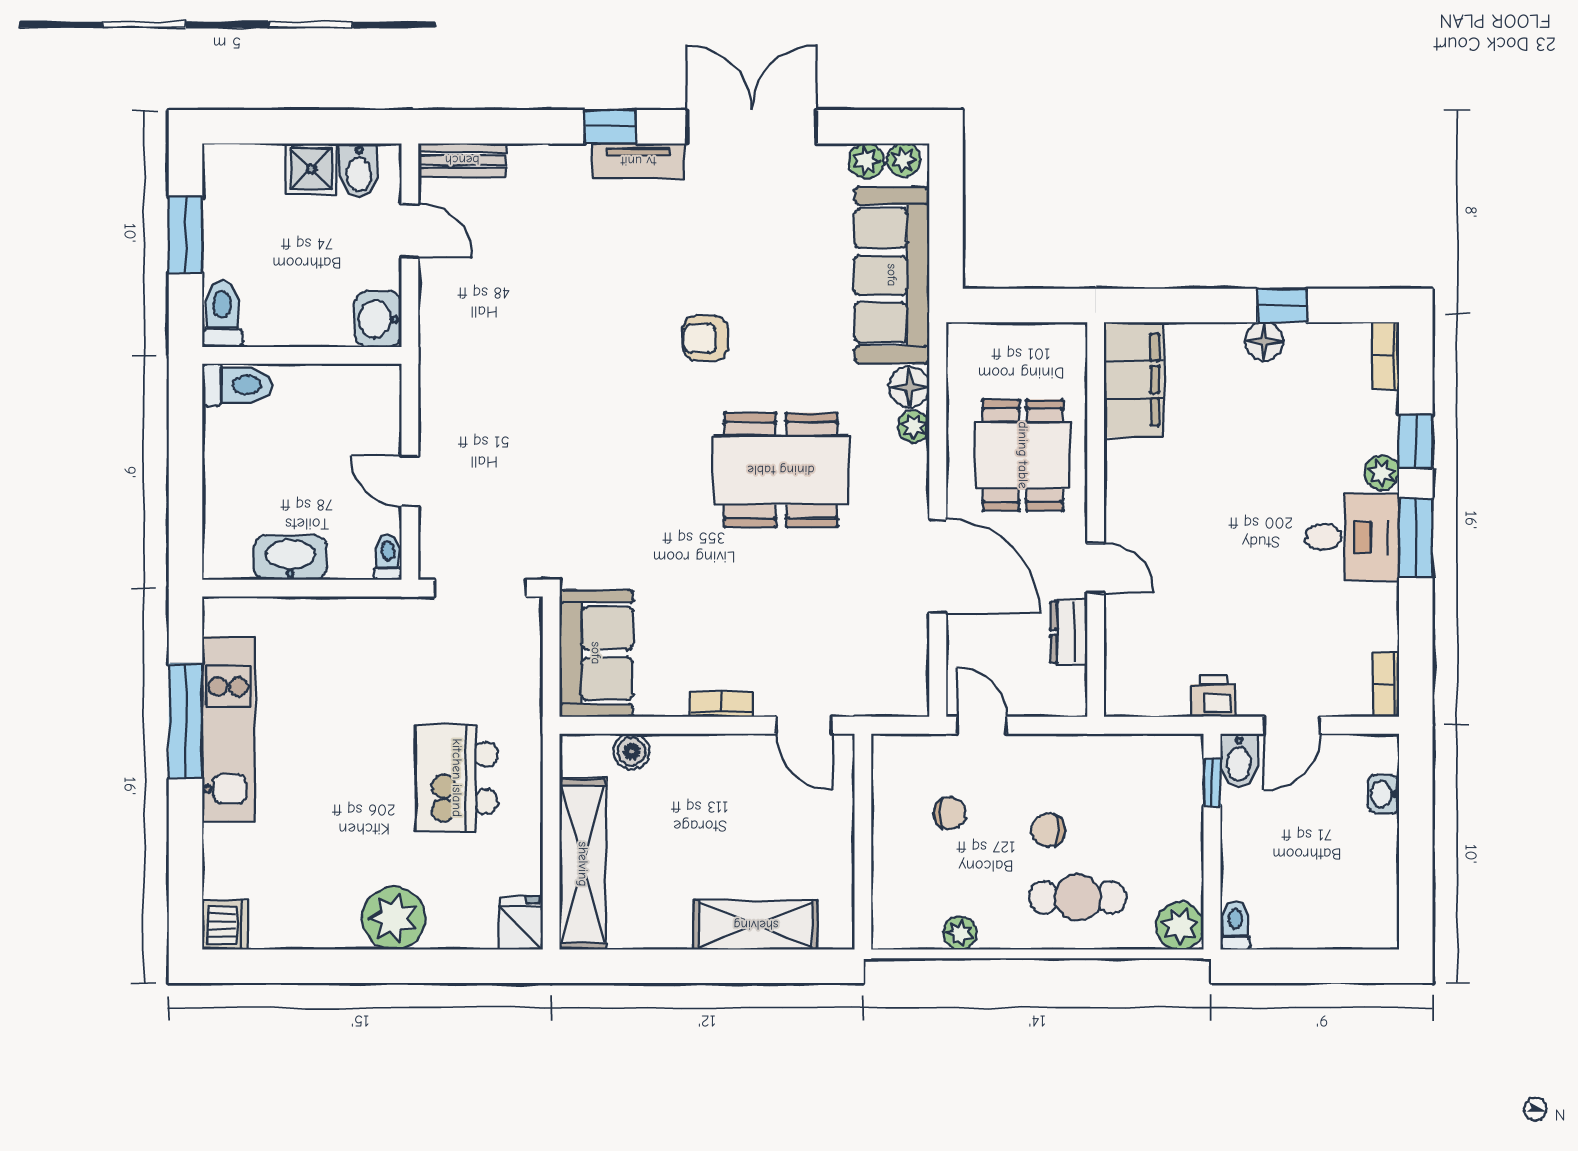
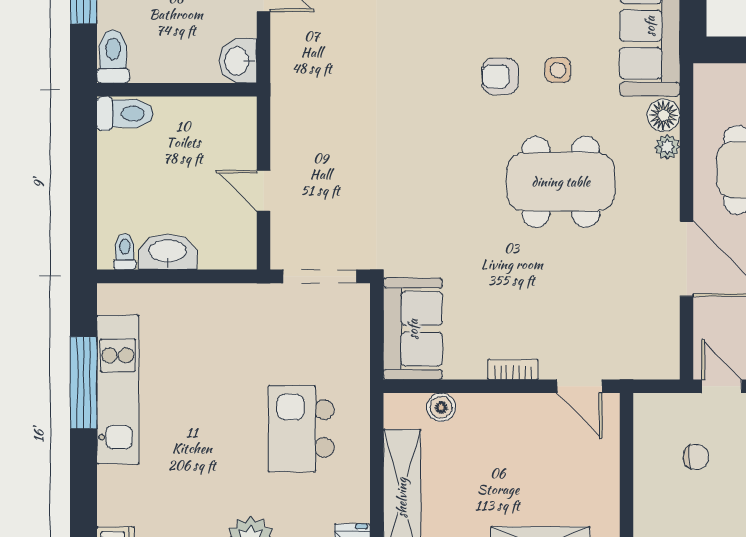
side table: (777, 331) -> (558, 70), added
toilet: (388, 557) -> (125, 252), moved

